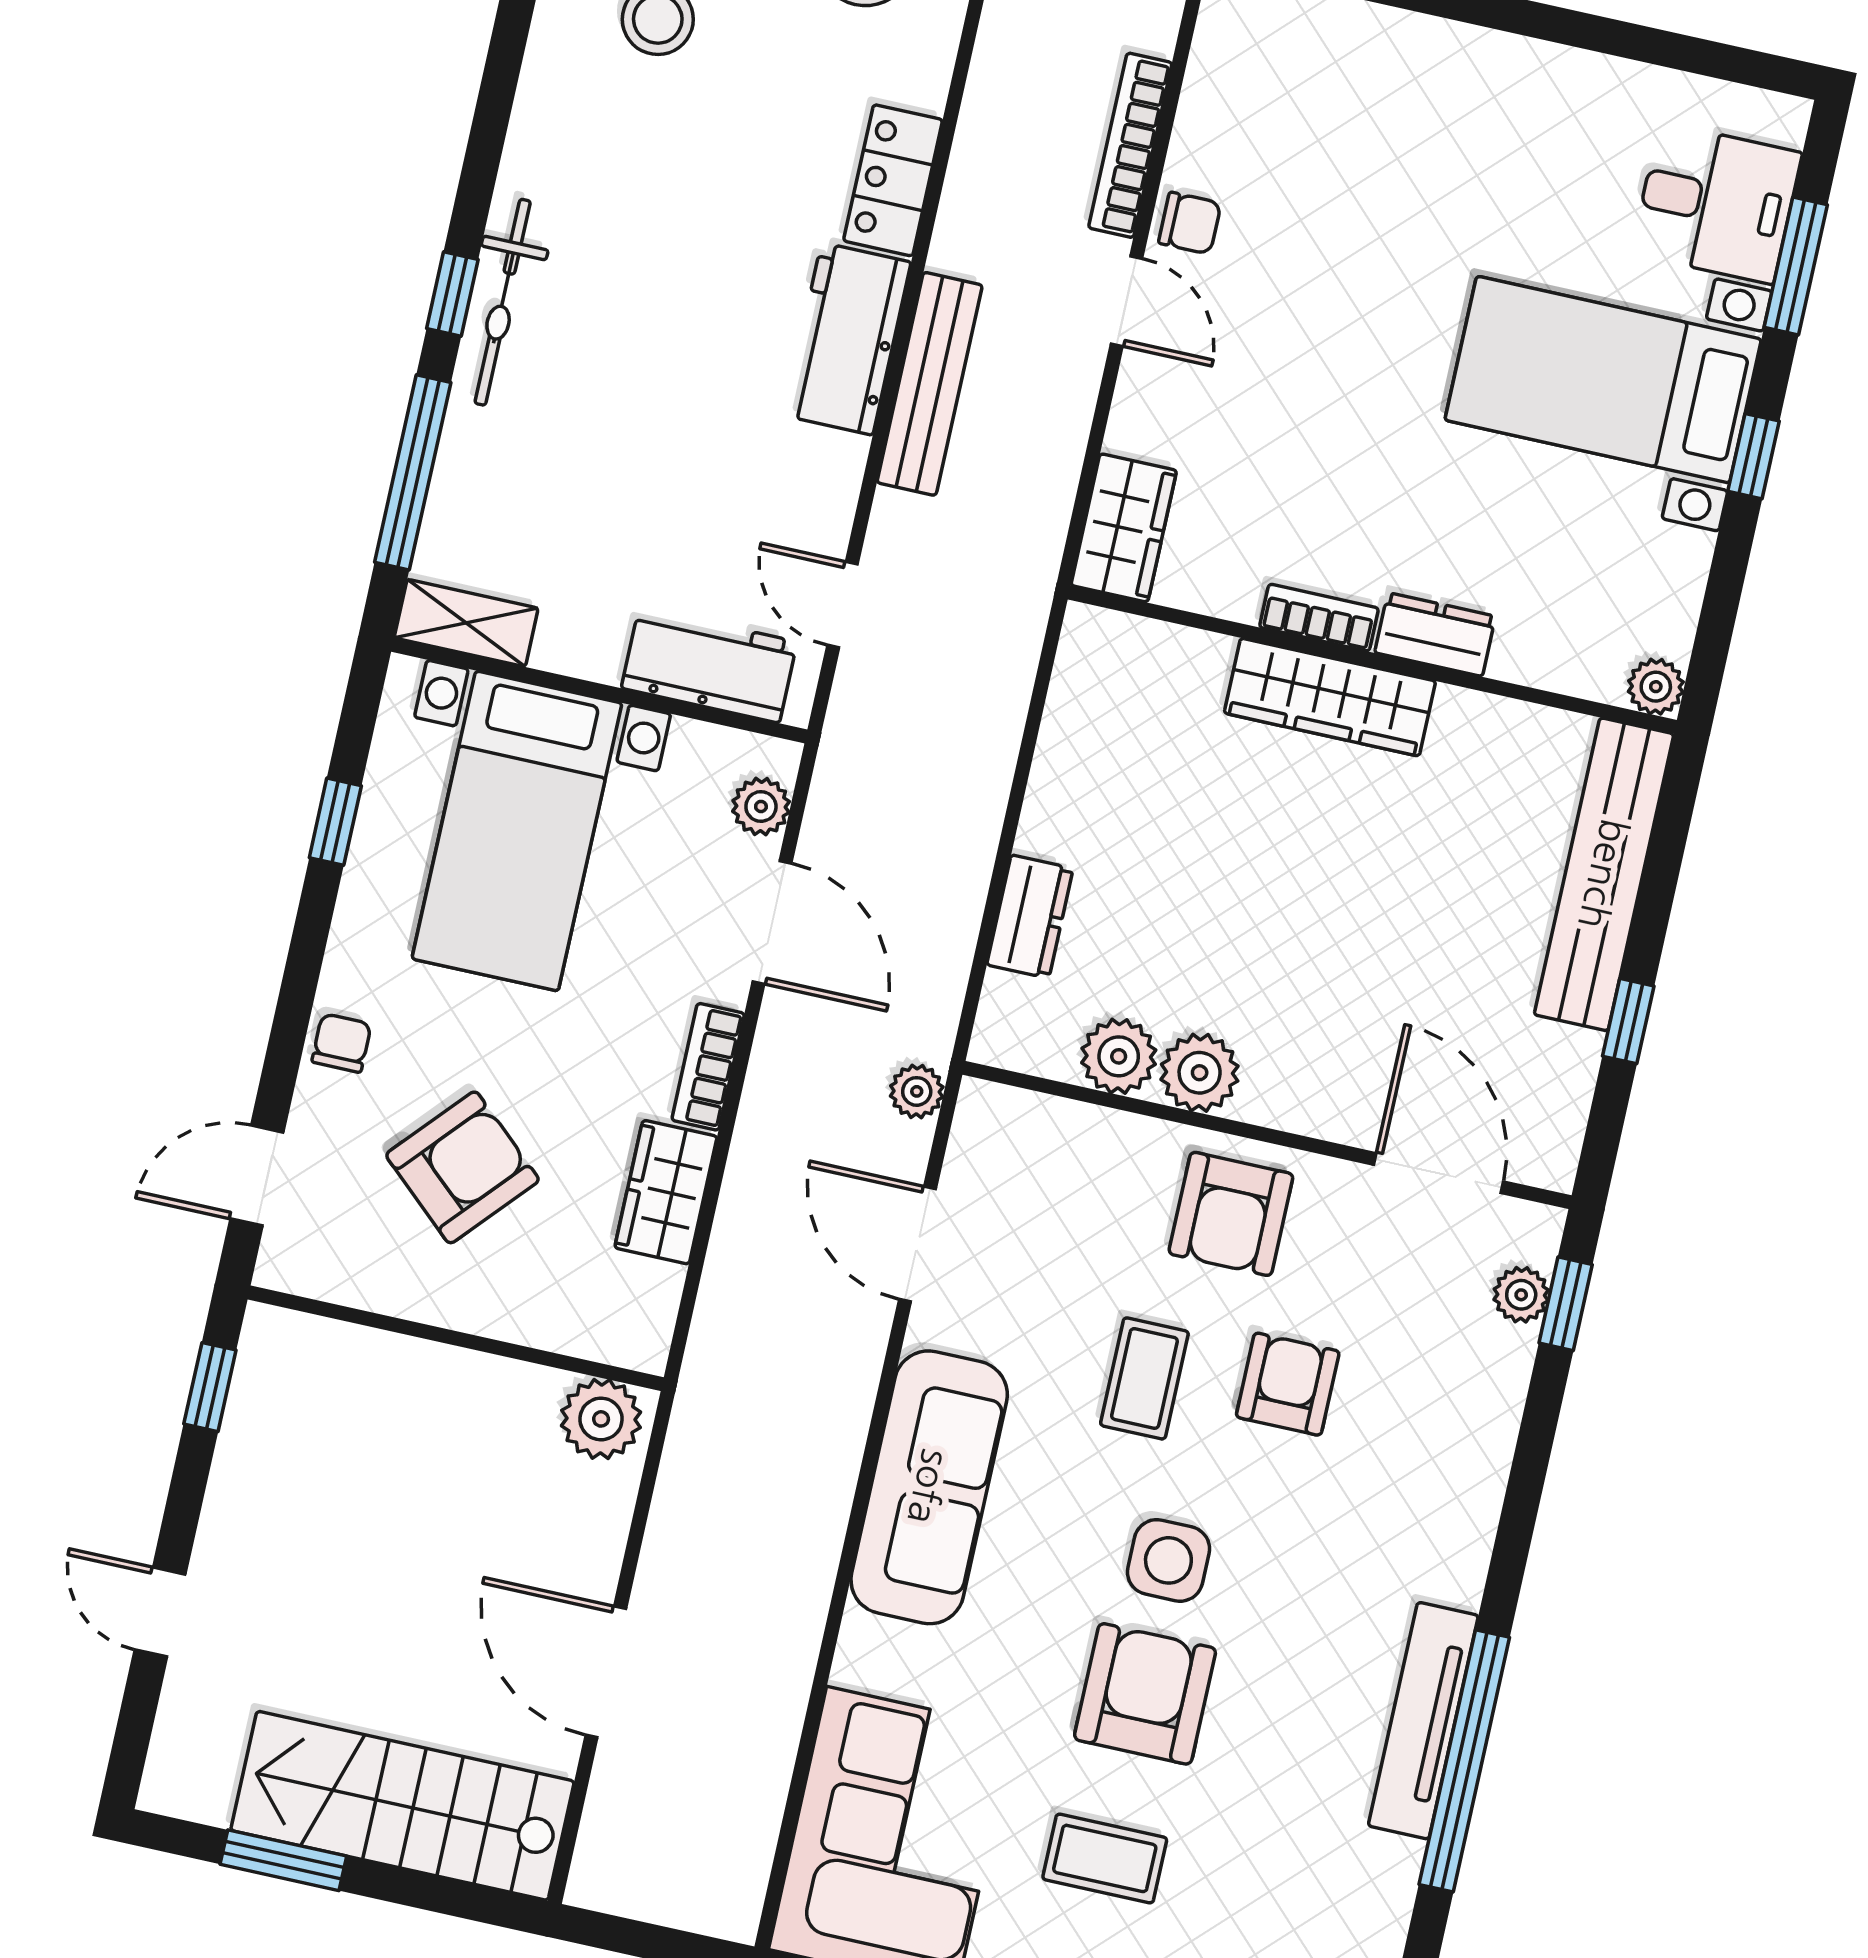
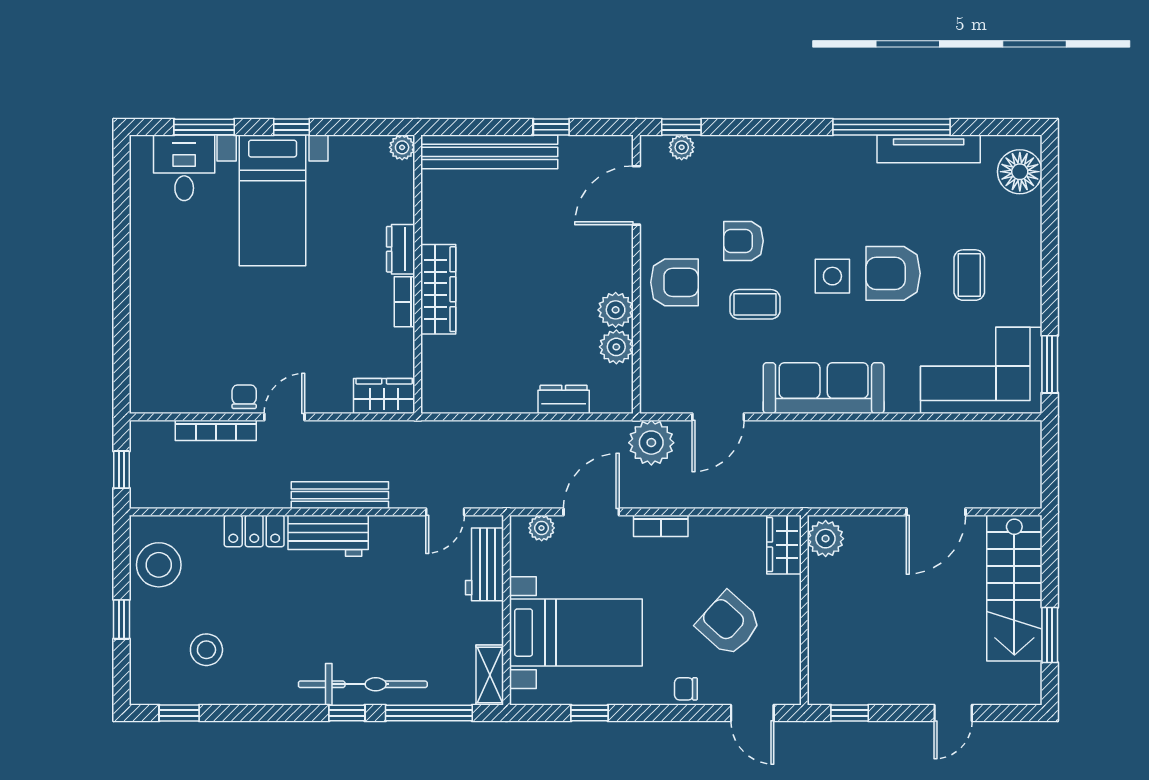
bicycle: (503, 302) -> (363, 684), width x1.37, depth x1.40
plant: (917, 1091) -> (651, 443), width x1.88, depth x1.88
wardrobe: (666, 1192) -> (784, 545), moved, turned 90
tv unit: (1423, 1721) -> (929, 149), moved

